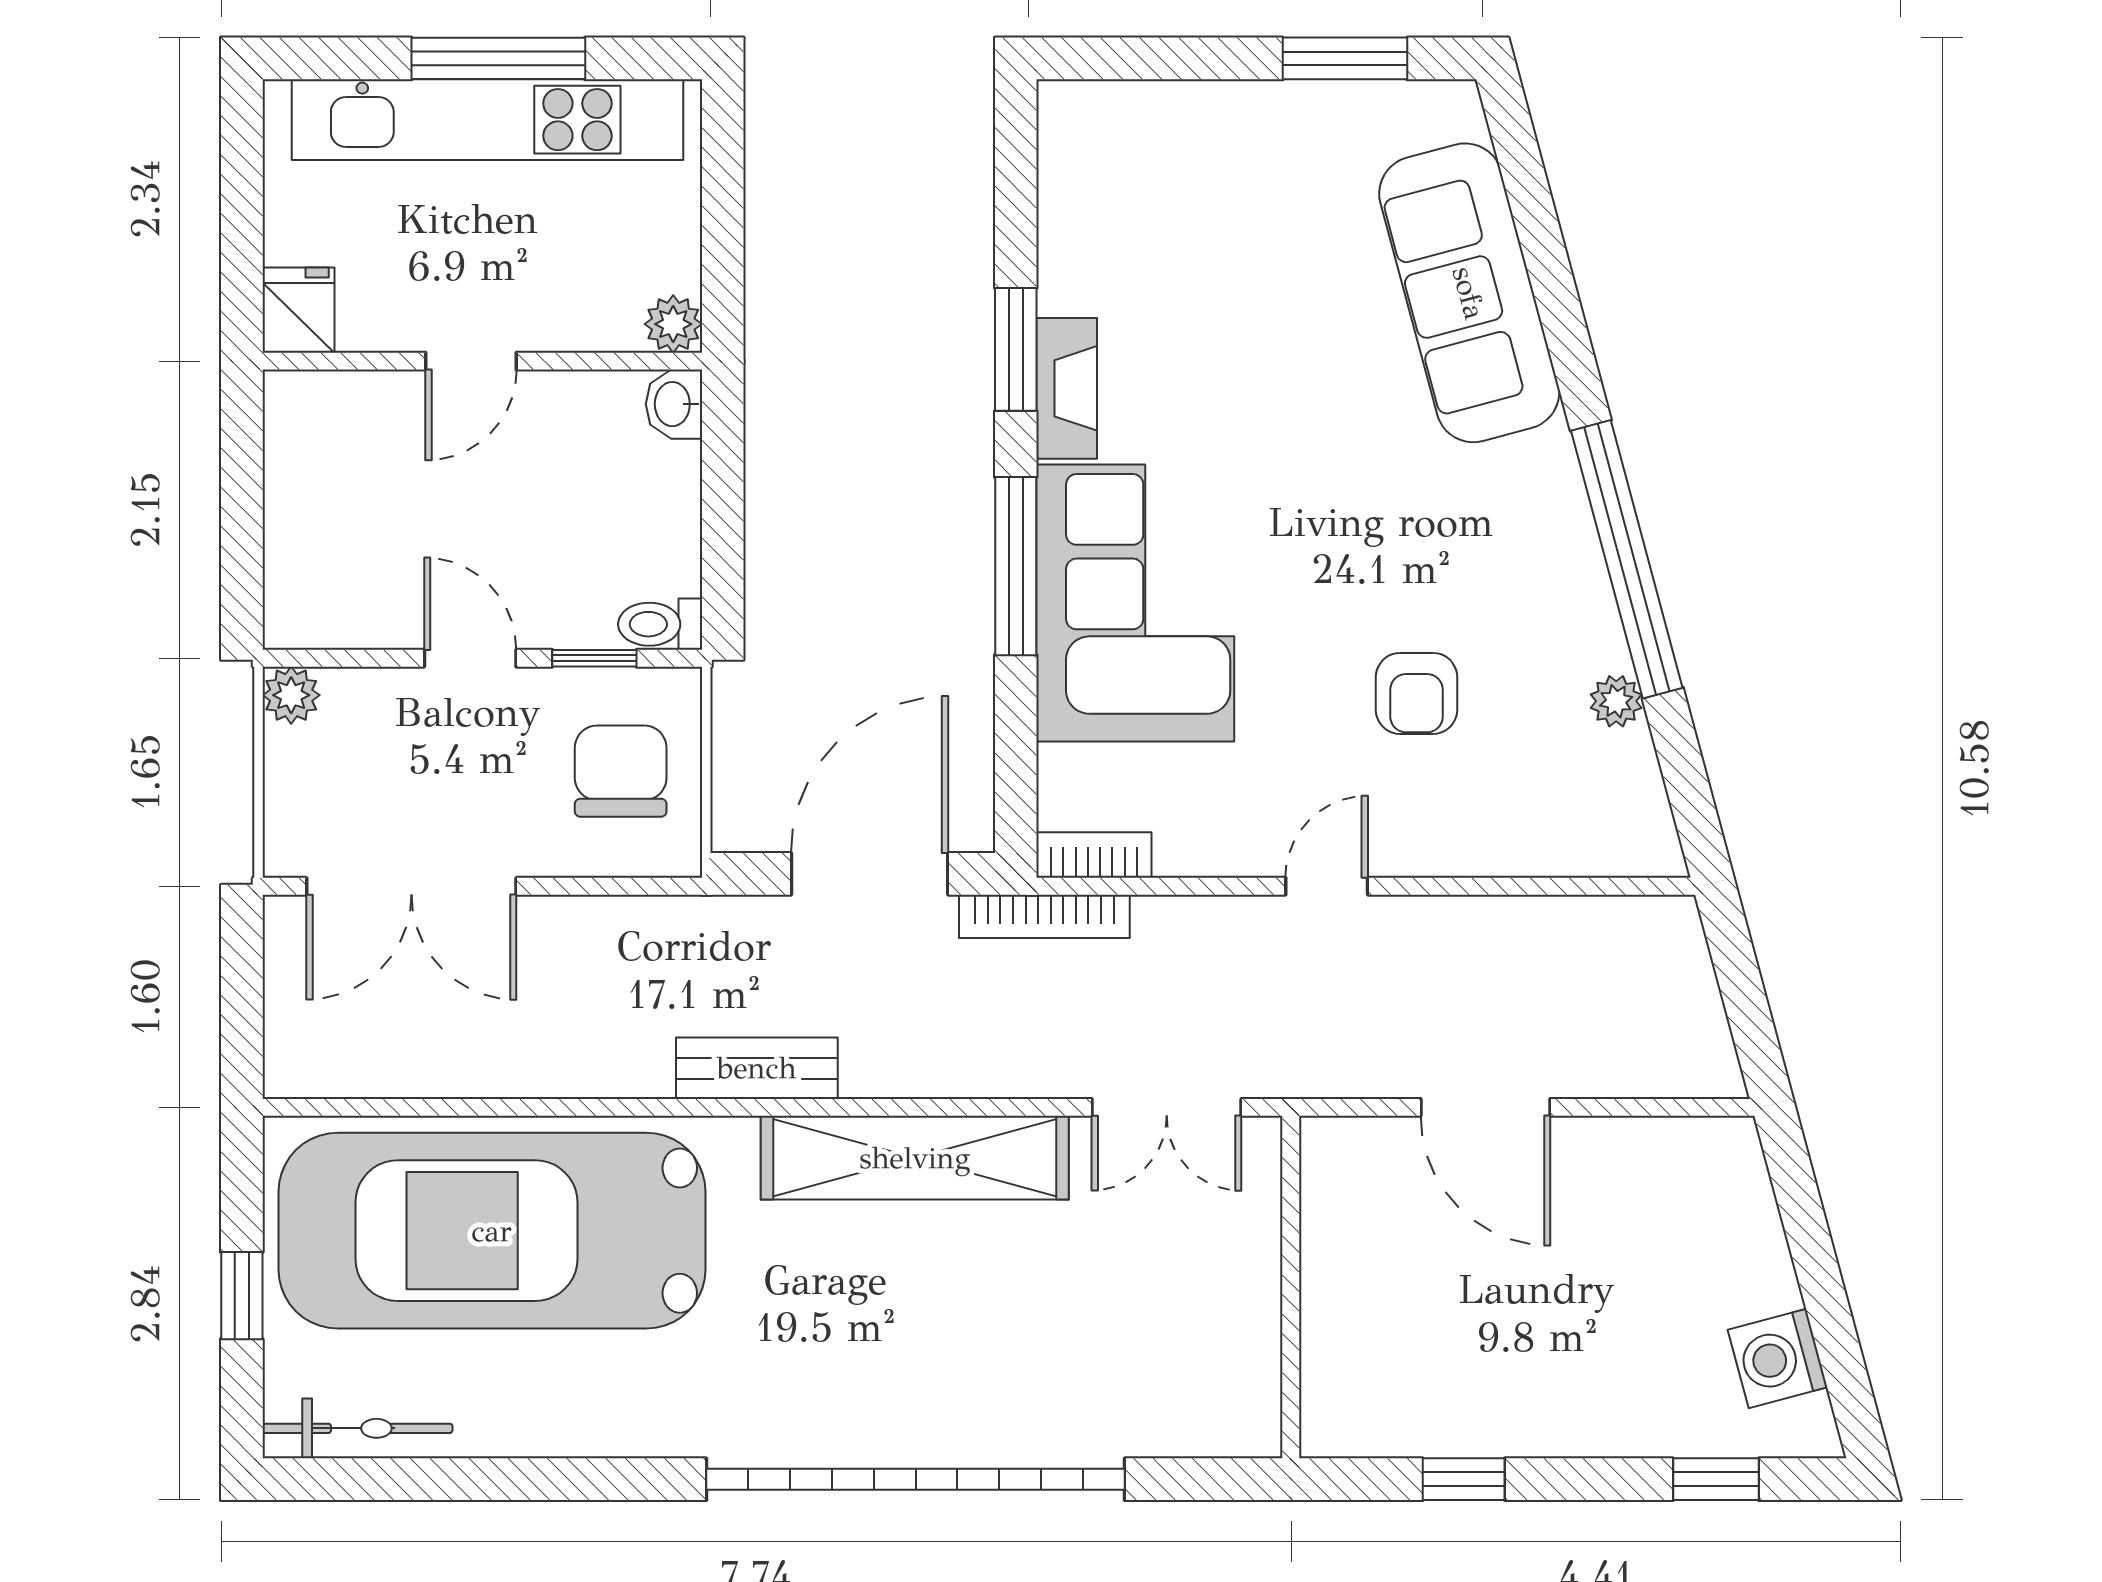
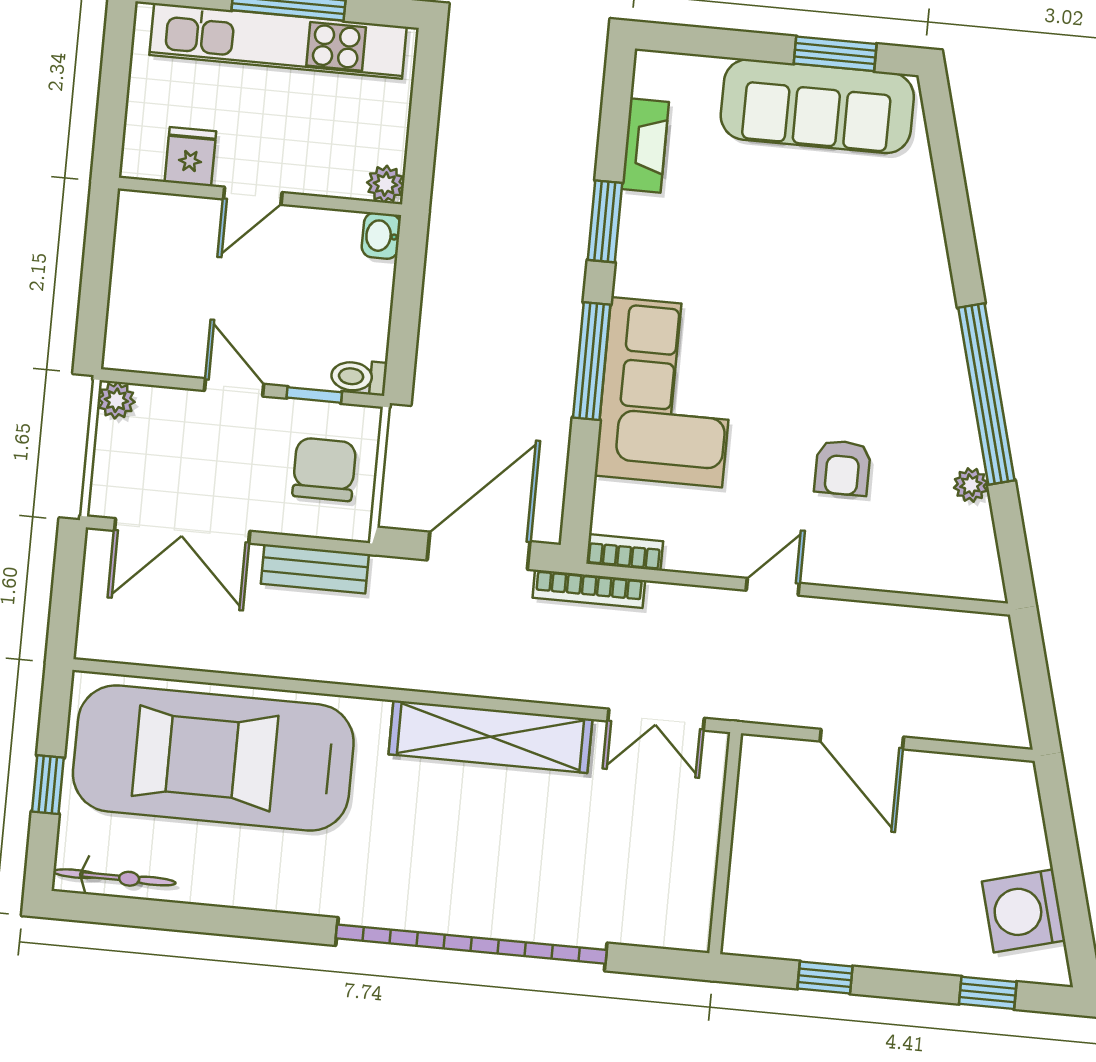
sofa: (1469, 293) -> (817, 106), moved, turned -75
fridge: (298, 310) -> (190, 157), moved
fireplace: (1067, 388) -> (645, 146), moved
bench: (757, 1068) -> (315, 569), moved
washing machine: (1778, 1359) -> (1024, 911), width x1.37, depth x1.37

